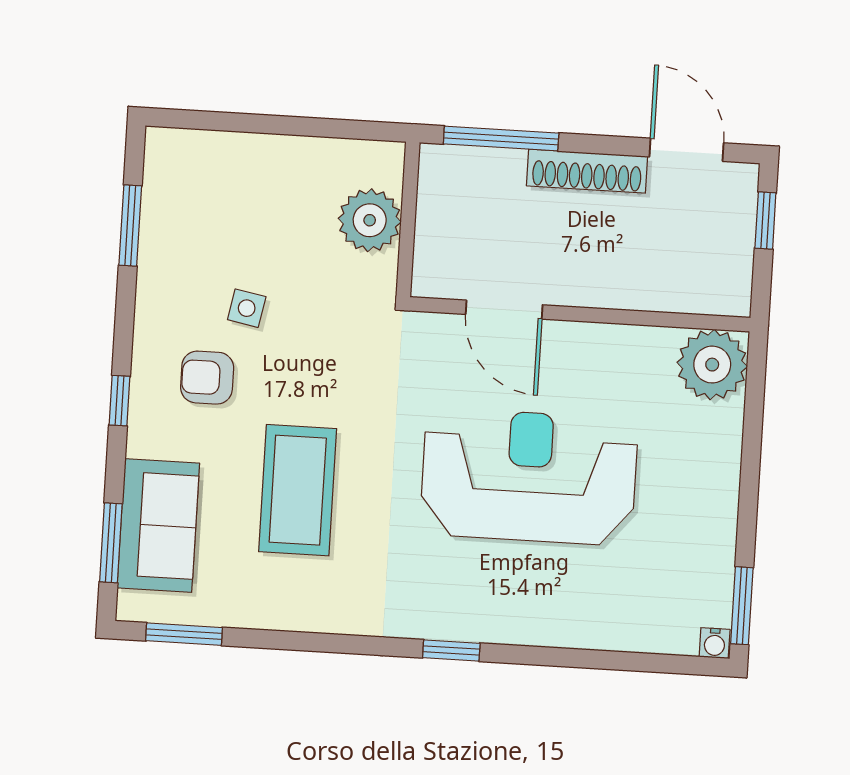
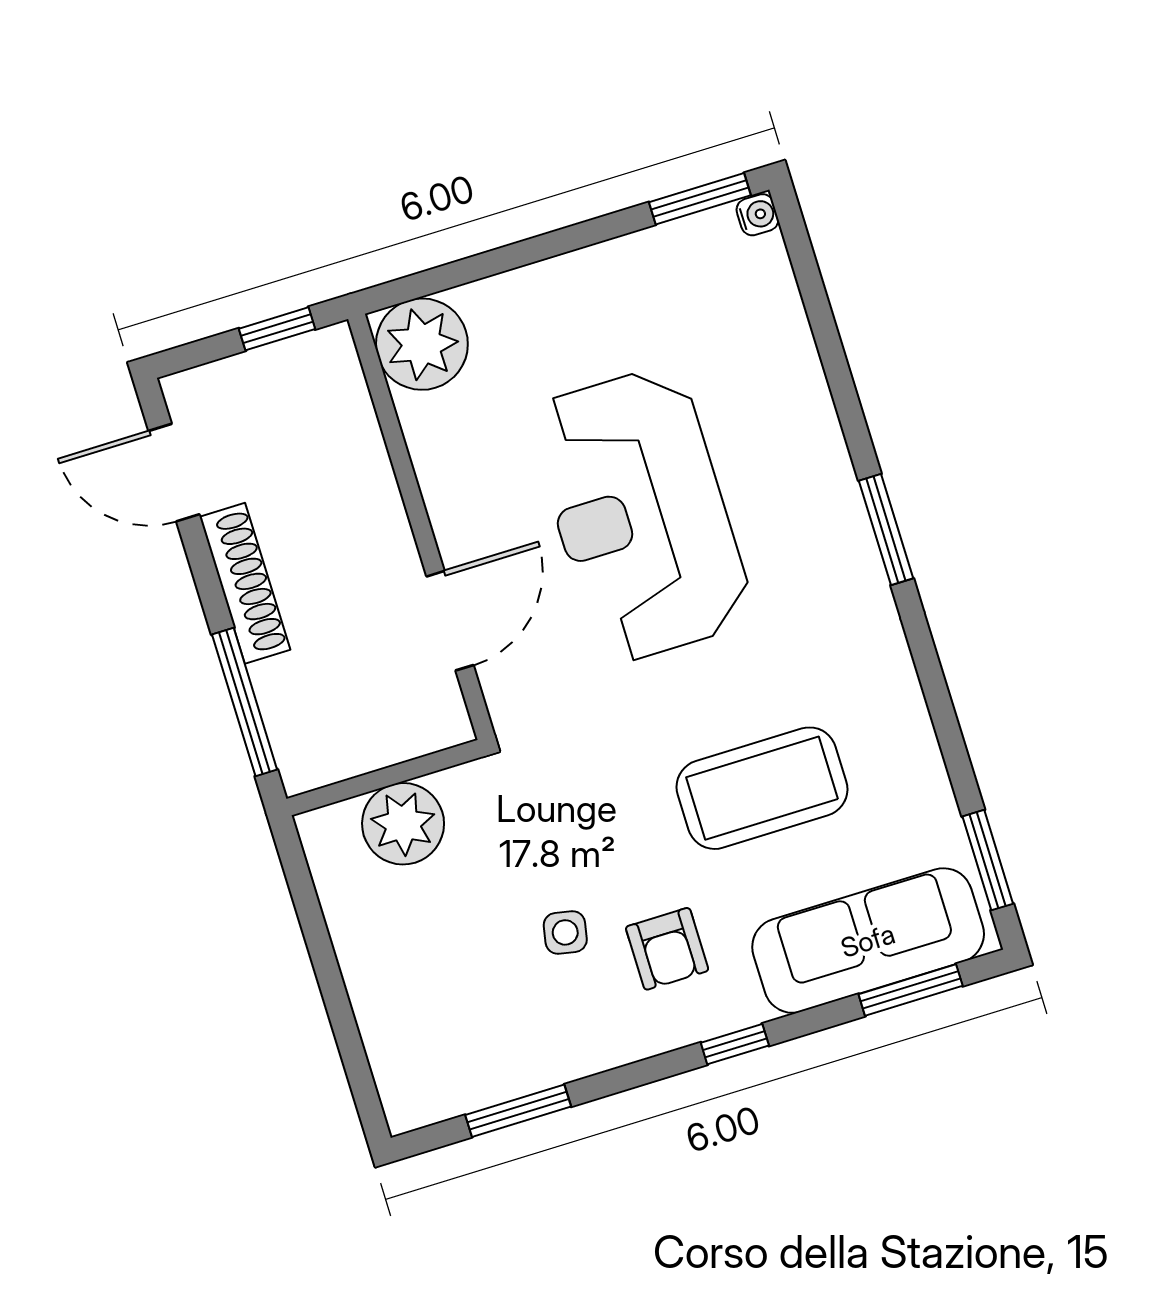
door: (687, 150) -> (174, 473), hinge flipped
window: (765, 220) -> (277, 329), moved
sofa: (158, 525) -> (868, 941), width x1.36
window: (451, 650) -> (886, 530), width x1.50

